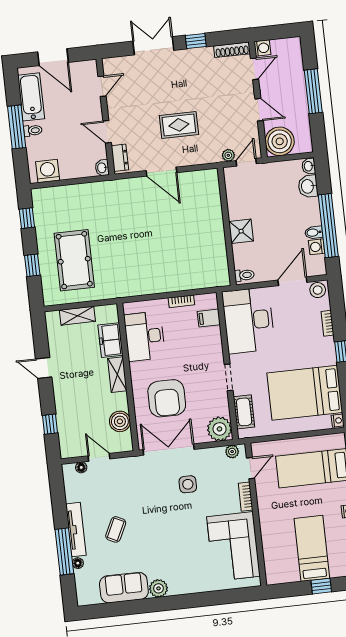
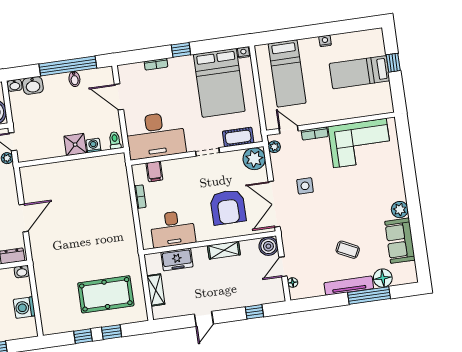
washing machine: (48, 171) -> (24, 308), moved
window: (27, 218) -> (83, 336), moved
washing machine: (317, 247) -> (93, 145), moved, turned 180
stool: (318, 290) -> (126, 74), removed
shelving: (117, 375) -> (224, 250), moved
armchair: (167, 398) -> (228, 207), turned 90
boiler: (120, 421) -> (268, 246), moved
floor lamp: (78, 563) -> (383, 278), width x1.89, depth x1.89

